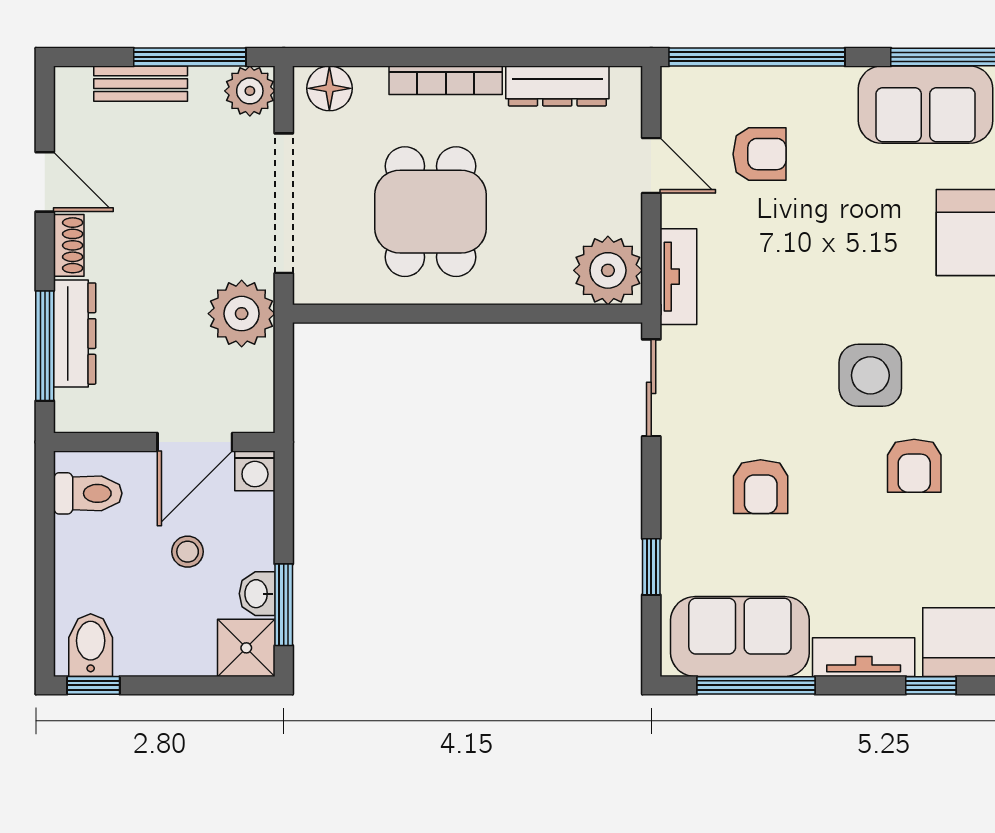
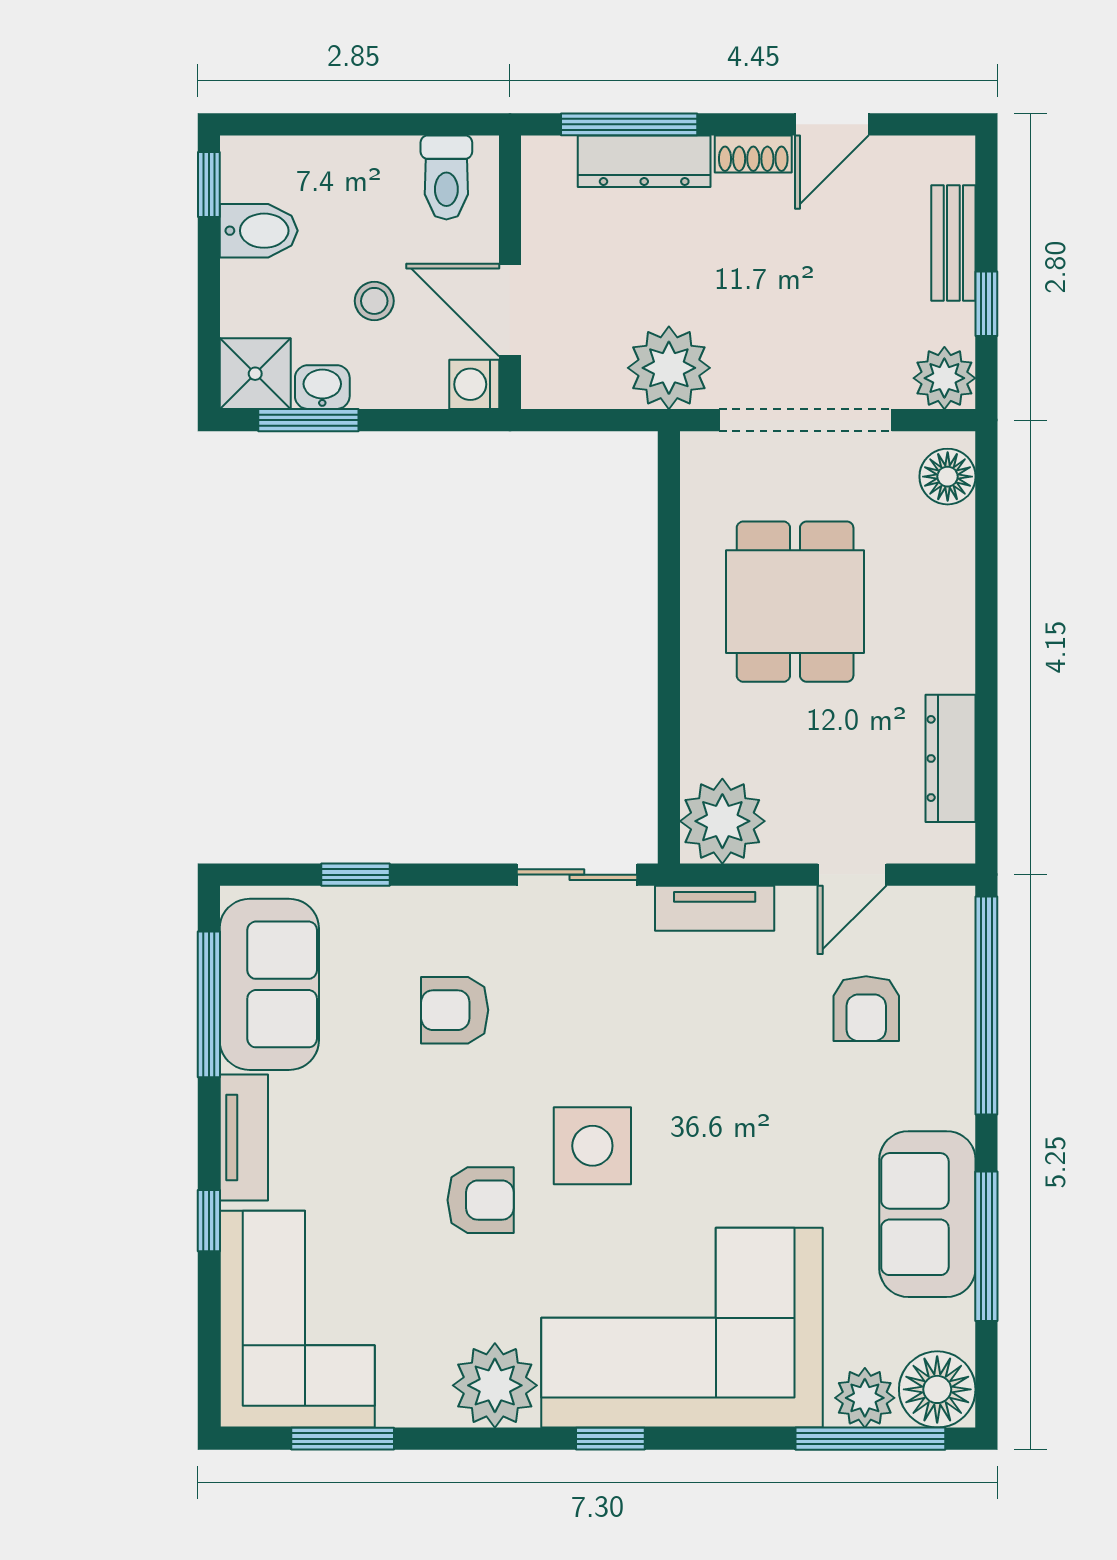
window: (190, 57) -> (986, 304), width x0.46
bookcase: (446, 80) -> (958, 620), removed
dining table: (431, 212) -> (795, 602), turned 90
armchair: (914, 466) -> (481, 1200), turned 180
bidet: (91, 645) -> (259, 231), moved

